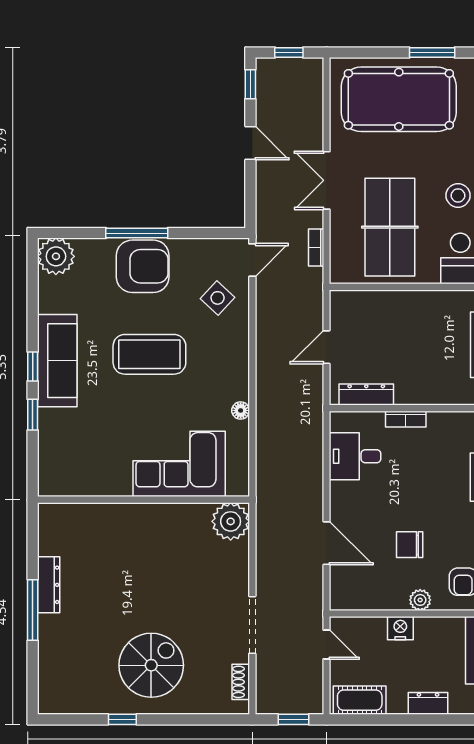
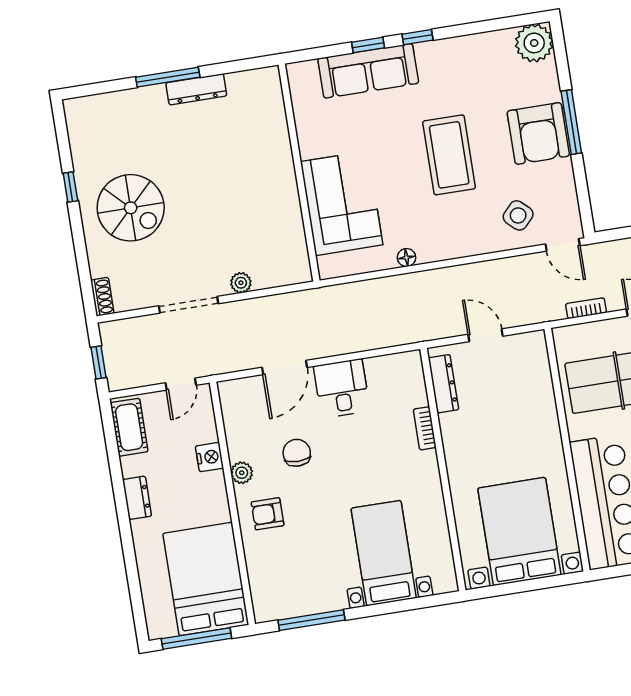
sofa: (57, 361) -> (368, 71), moved
desk: (355, 456) -> (342, 388), moved
plant: (231, 521) -> (241, 283), moved, width x0.53, depth x0.53
shoe rack: (241, 682) -> (102, 297), moved, turned 90

